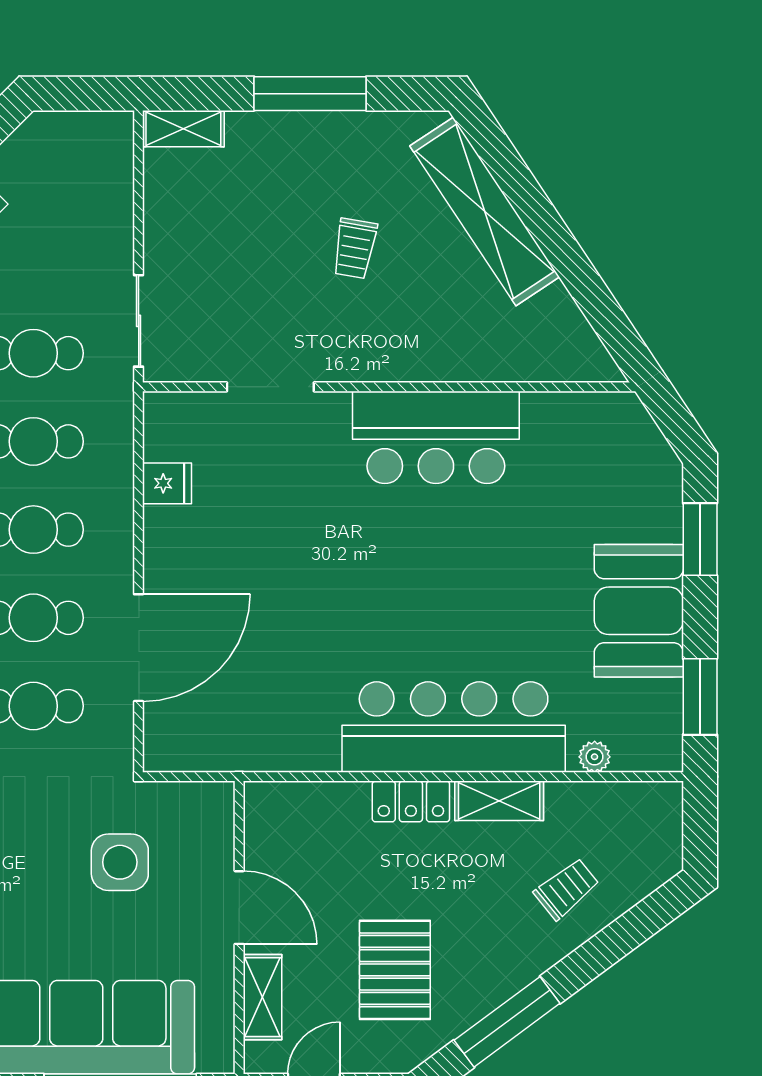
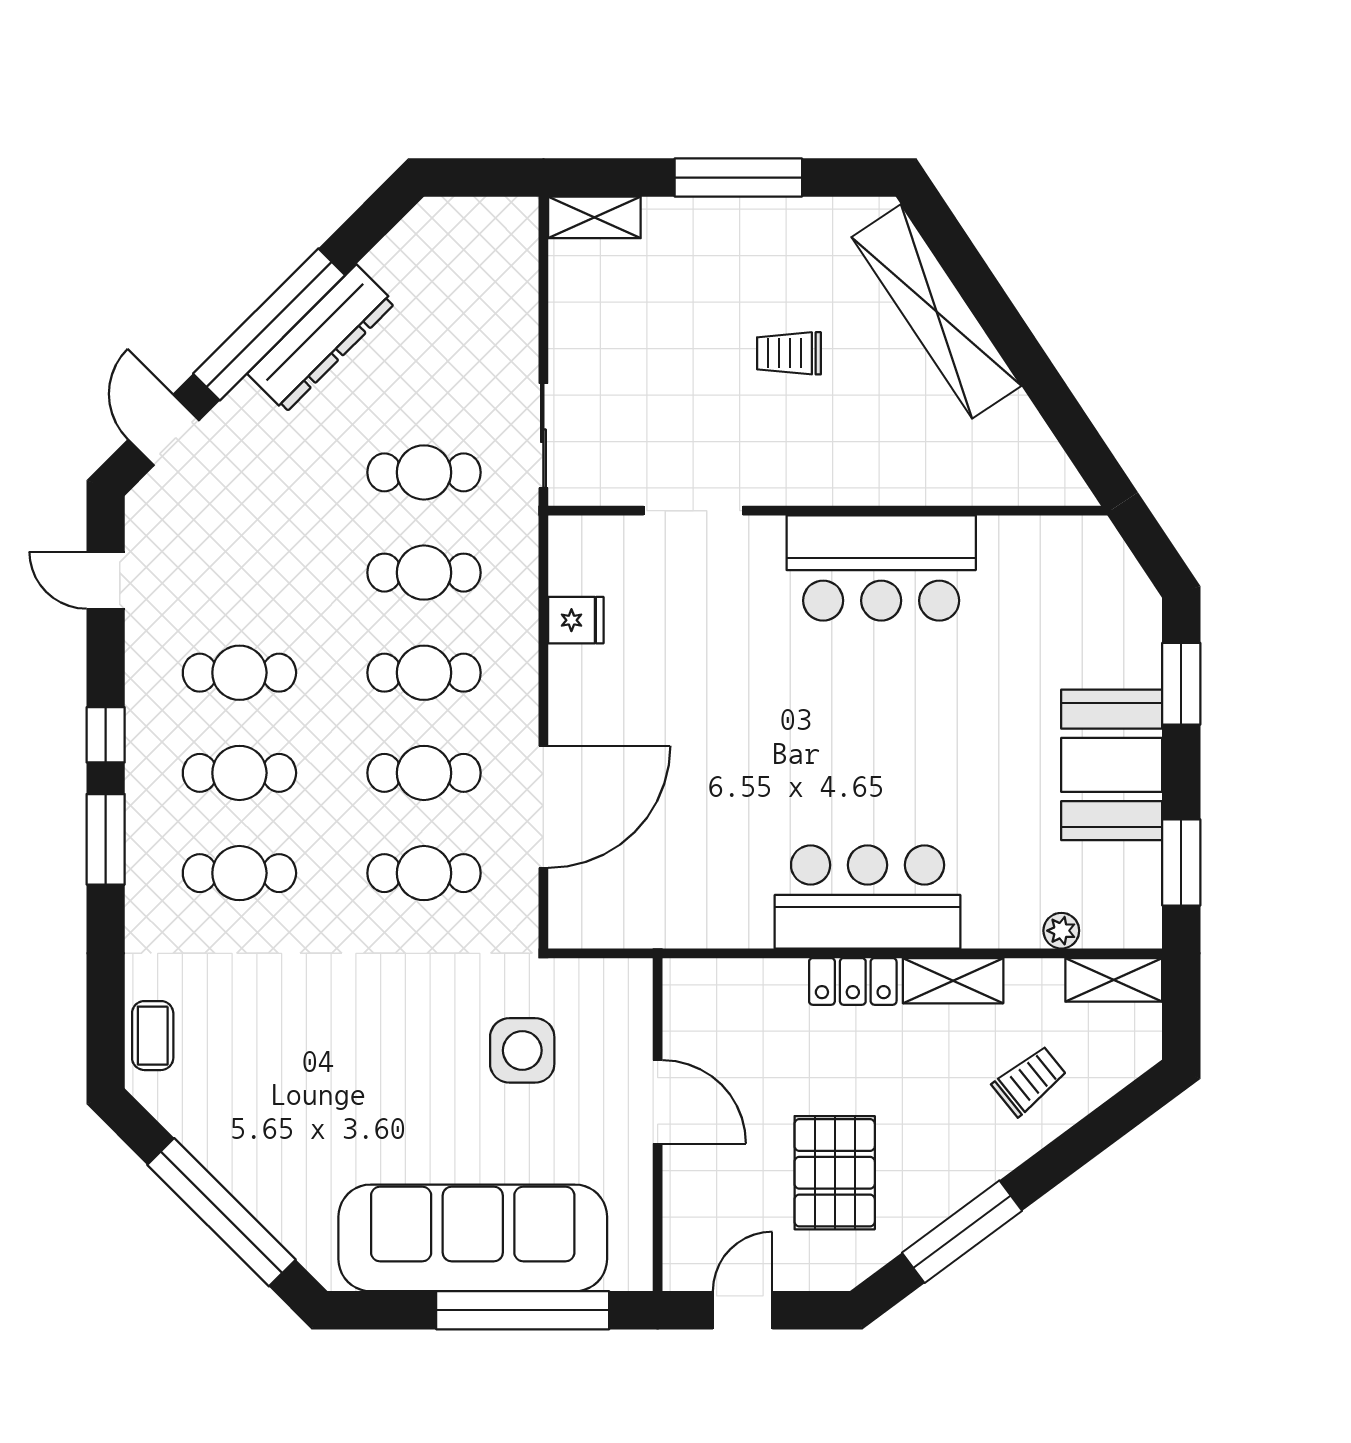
trolley: (355, 248) -> (789, 353), turned 80
bar counter: (454, 727) -> (868, 897), width x0.73
shelving: (263, 997) -> (1114, 980), moved, turned 90

